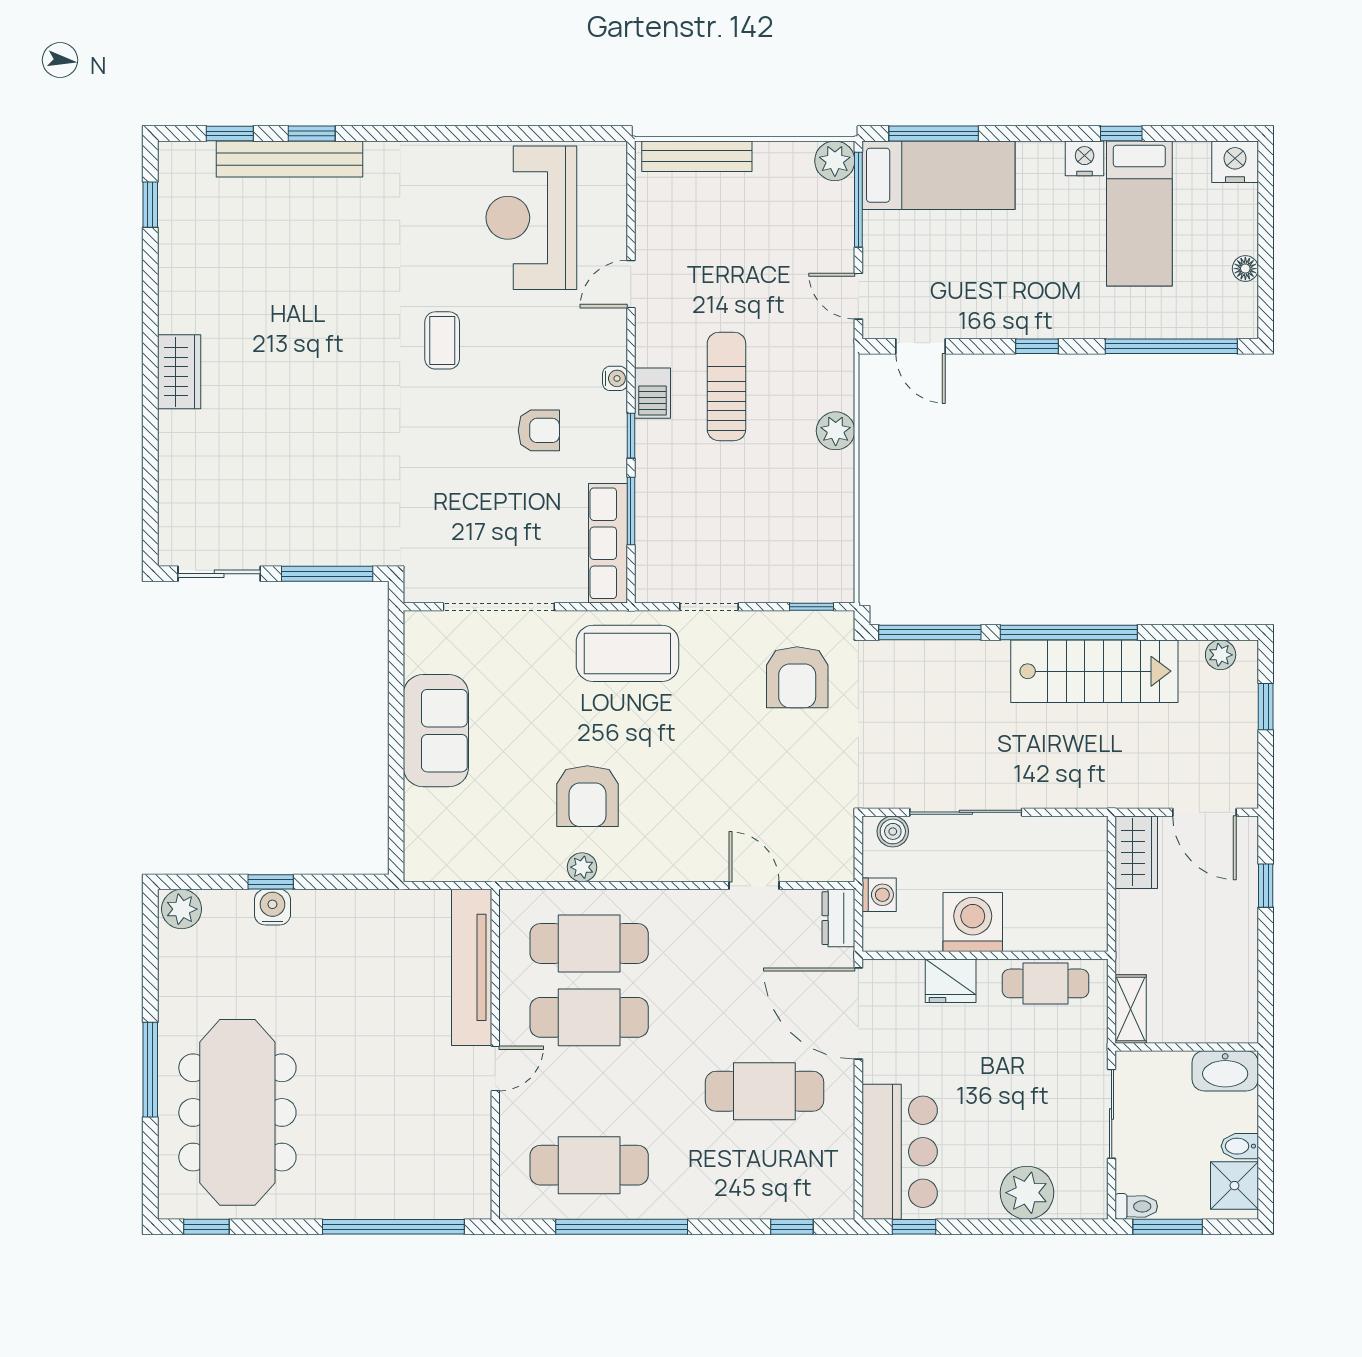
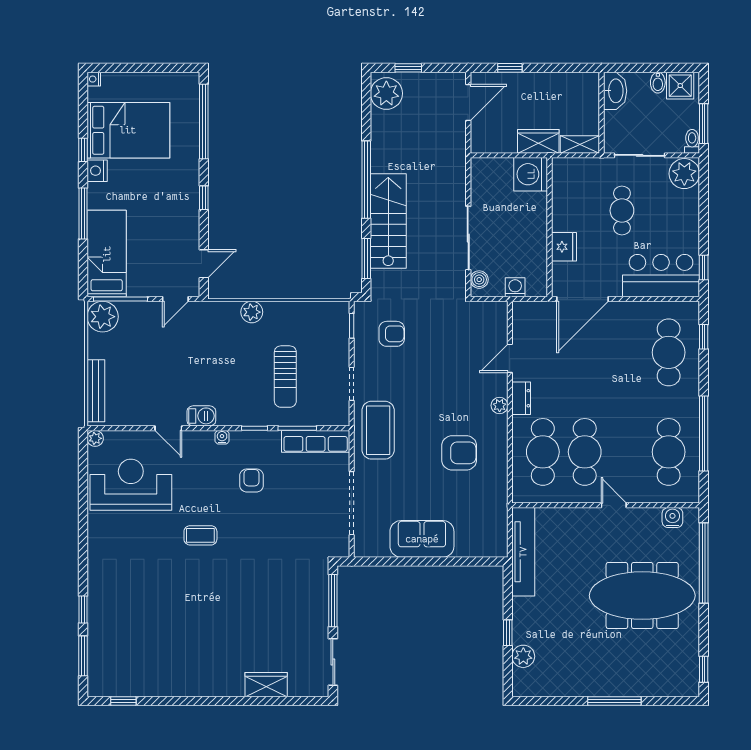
window: (230, 133) -> (83, 656), width x1.50
window: (934, 133) -> (83, 214), moved
plant: (613, 155) -> (95, 438), added
bench: (290, 159) -> (97, 622), removed
plant: (835, 161) -> (103, 317), width x1.36, depth x1.36
nightstand: (1235, 162) -> (94, 79), width x0.53, depth x0.56
bed: (1139, 214) -> (128, 130), width x1.50
reception desk: (531, 218) -> (131, 485), turned 180
floor lamp: (1245, 269) -> (160, 79), removed
wardrobe: (179, 372) -> (266, 685), moved
sun lounger: (726, 386) -> (285, 377), moved, turned -90
barbecue: (653, 393) -> (201, 416), moved
window: (930, 632) -> (366, 258), width x0.69
plant: (1221, 655) -> (386, 93), width x1.88, depth x1.88
stairs: (1094, 671) -> (388, 221), moved
armchair: (797, 677) -> (392, 334), width x0.72, depth x0.72
wardrobe: (1136, 852) -> (538, 141), moved
plant: (582, 867) -> (500, 405), moved
water cooler: (272, 907) -> (672, 518), moved, turned 90
plant: (182, 909) -> (523, 656), moved
dresser: (838, 918) -> (521, 398), moved, turned -90
washing machine: (973, 922) -> (531, 174), moved
tv unit: (472, 967) -> (523, 552), moved, turned -90
cafe table: (1046, 983) -> (622, 211), moved
cafe table: (764, 1091) -> (669, 352), moved
meeting table: (237, 1112) -> (642, 596), moved
plant: (1027, 1193) -> (684, 174), moved

